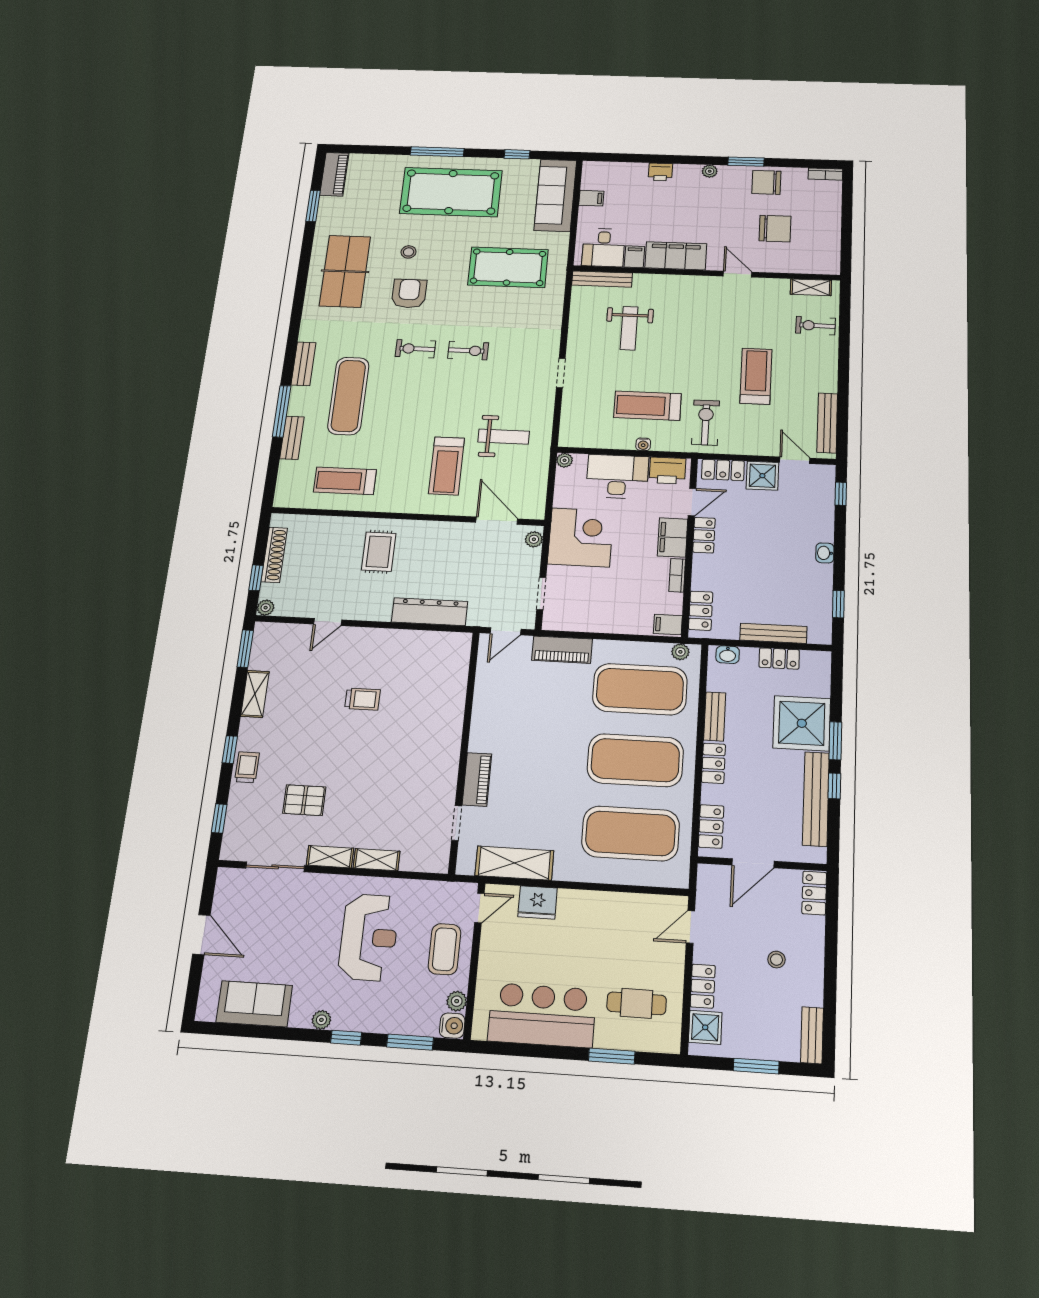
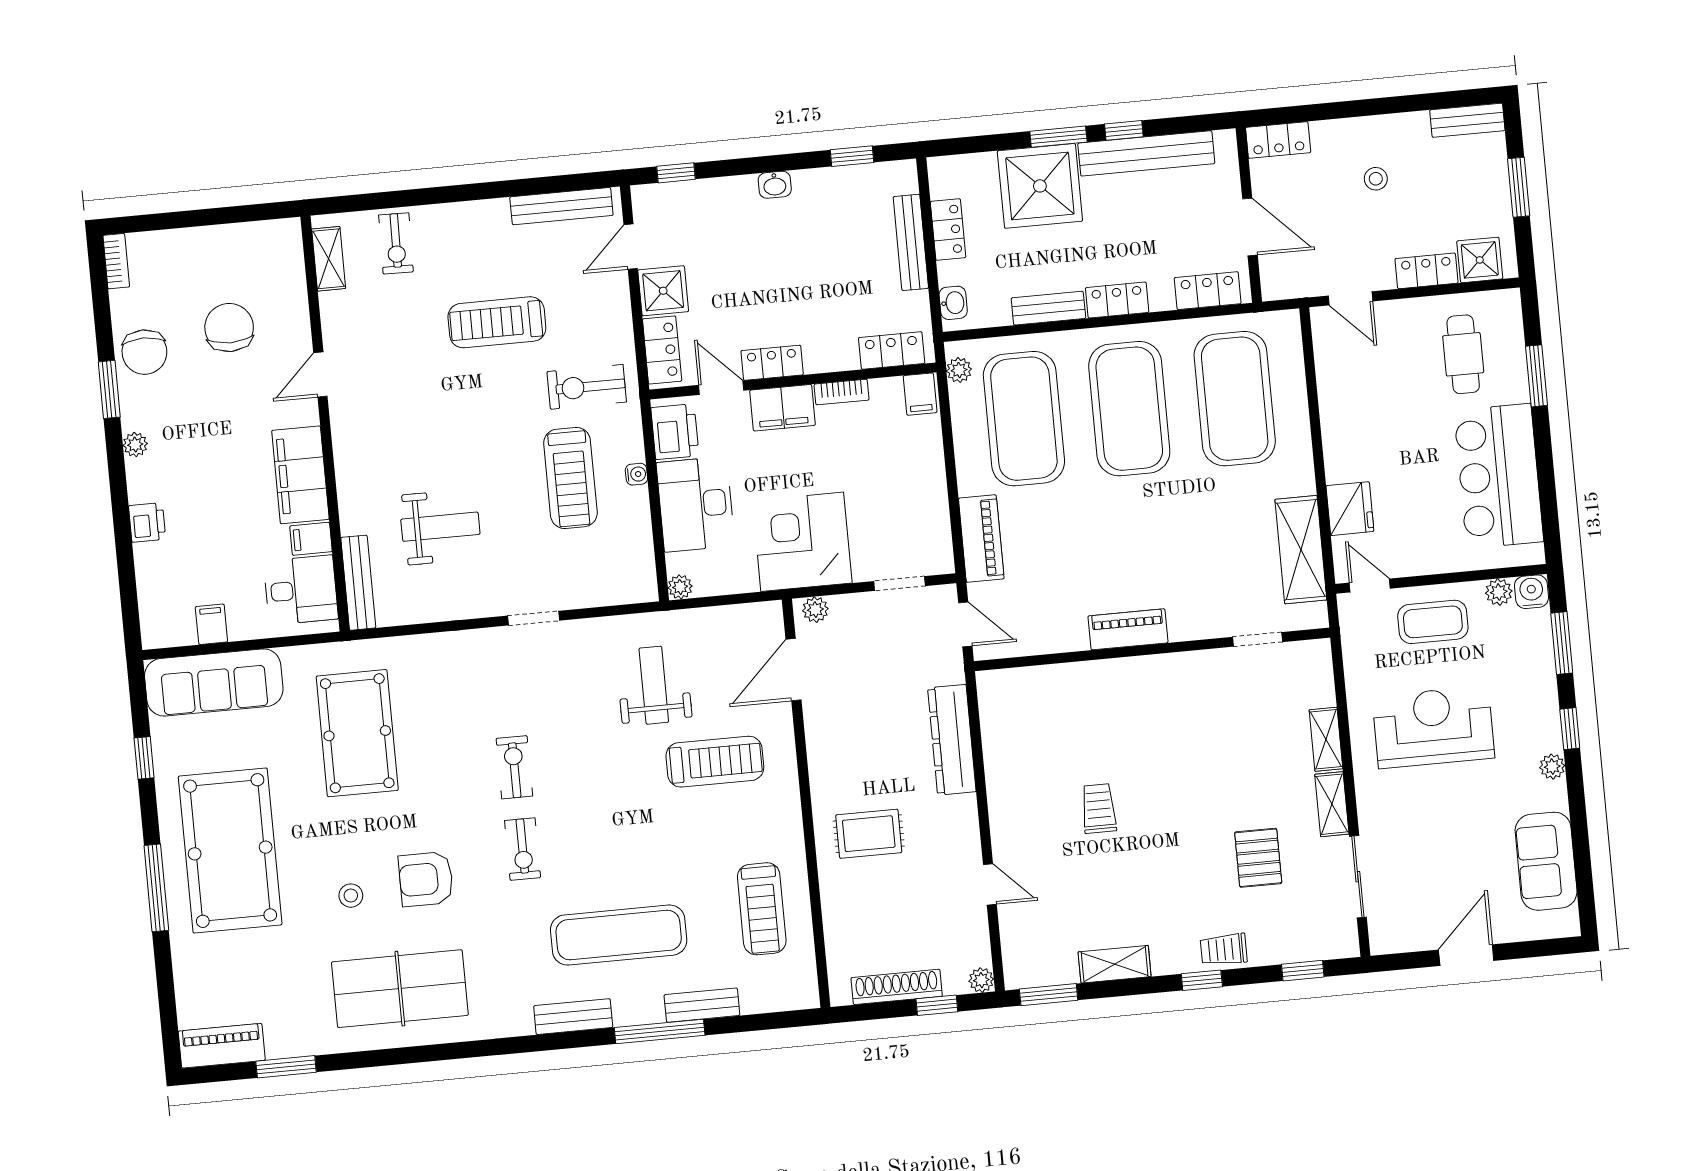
piano: (477, 779) -> (1128, 629), moved

